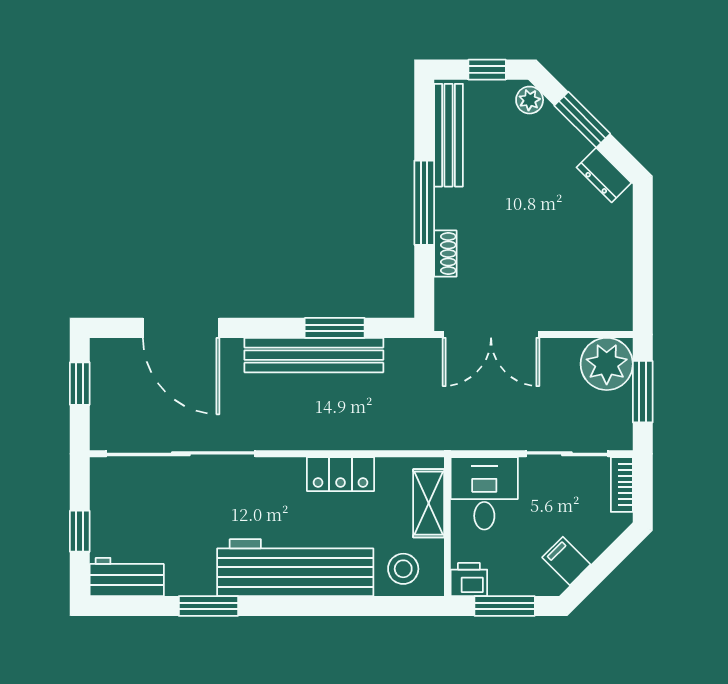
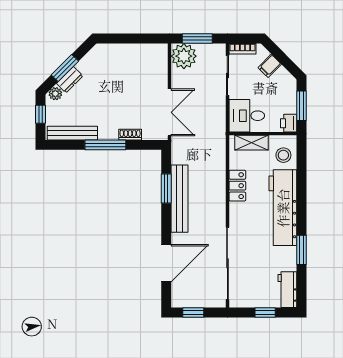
dresser: (604, 175) -> (70, 80), moved
filing cabinet: (566, 561) -> (270, 66), moved

